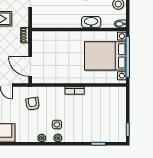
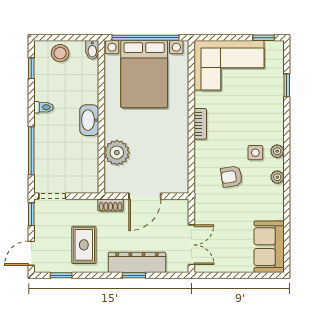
washbasin: (91, 22) -> (89, 120), moved
plant: (57, 39) -> (117, 153), added
door: (30, 66) -> (145, 196), moved
armchair: (33, 104) -> (232, 177), moved
corner sofa: (111, 108) -> (229, 65), added

